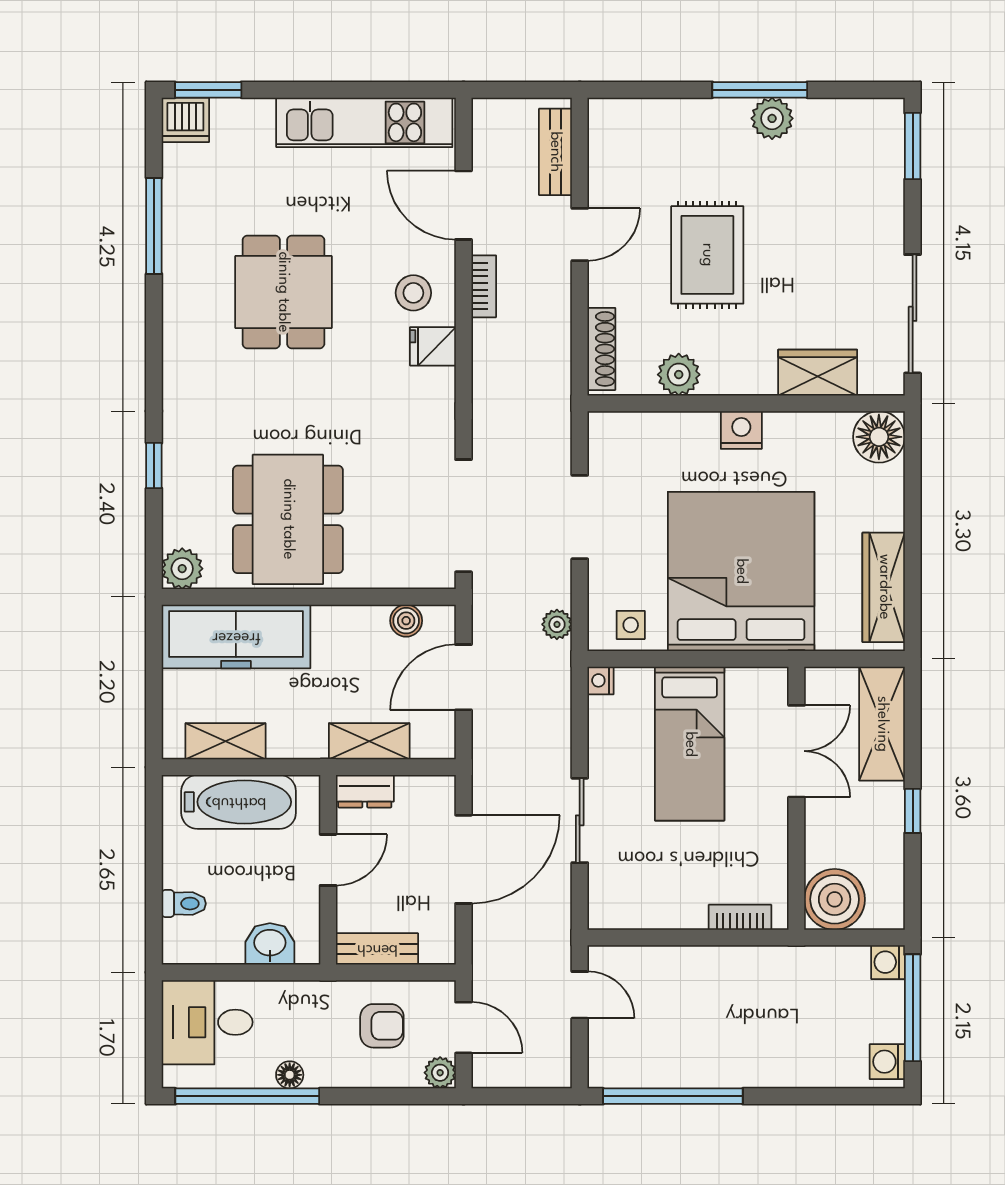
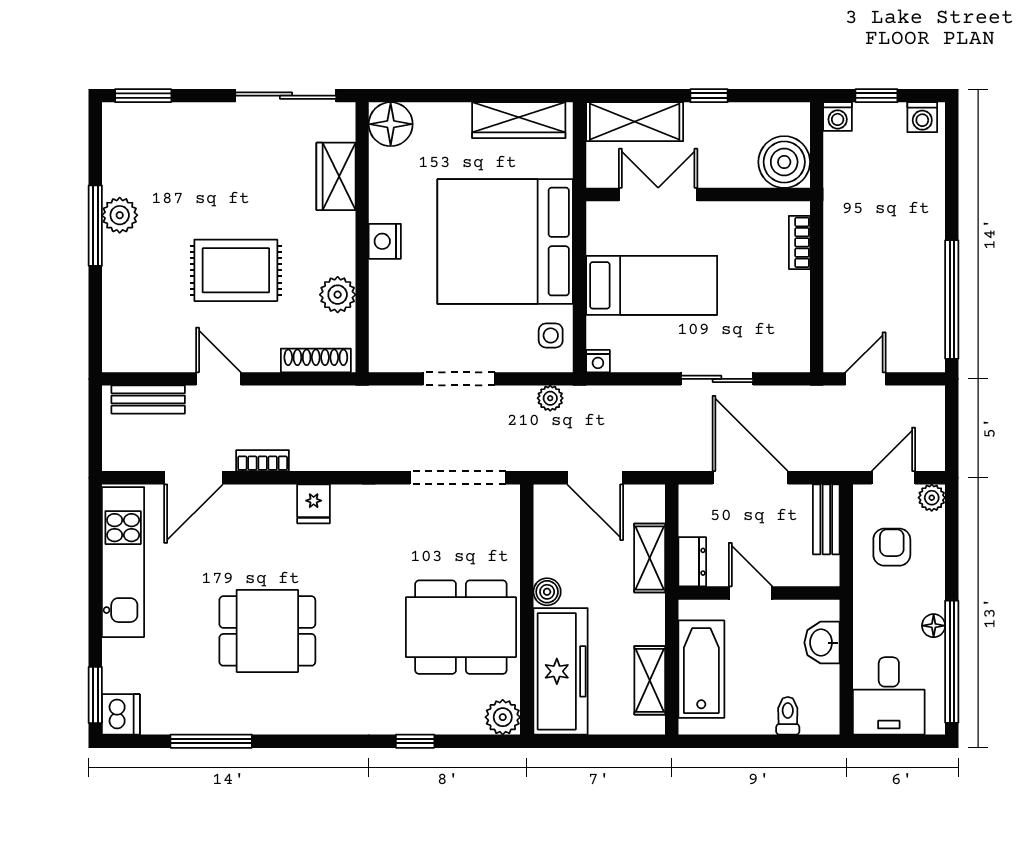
stool: (413, 293) -> (268, 520), removed
boiler: (406, 621) -> (547, 592), moved
bench: (377, 949) -> (826, 519), moved
window: (913, 1008) -> (876, 96), width x0.46

